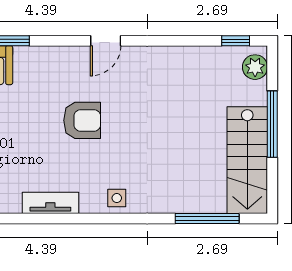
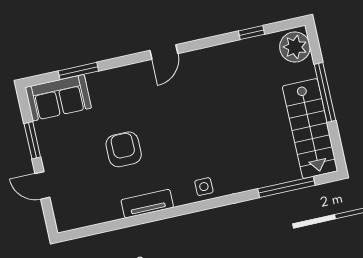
window: (236, 41) -> (251, 33), moved
plant: (255, 67) -> (295, 47), width x1.36, depth x1.36
armchair: (82, 120) -> (124, 149), moved, turned -90

